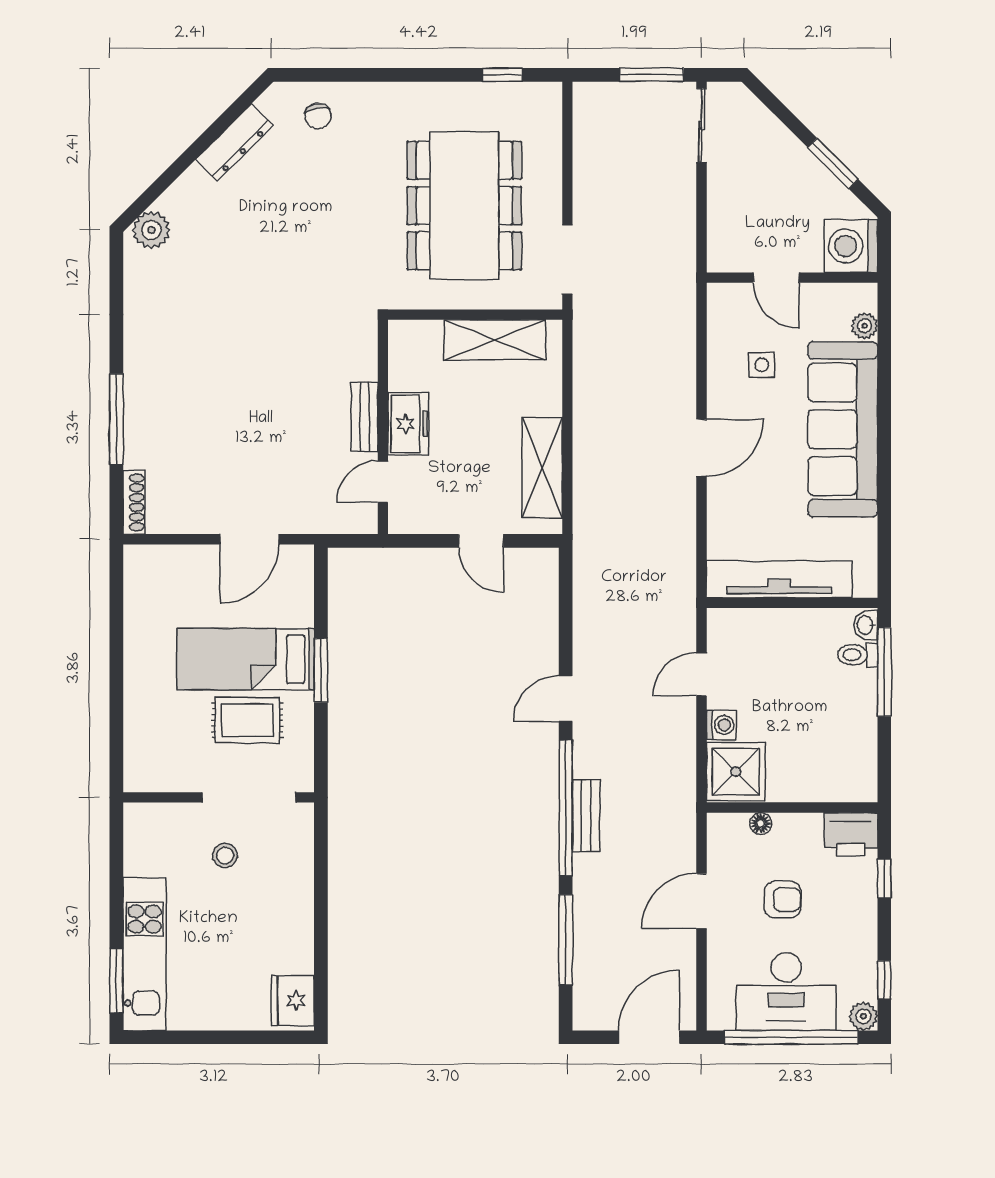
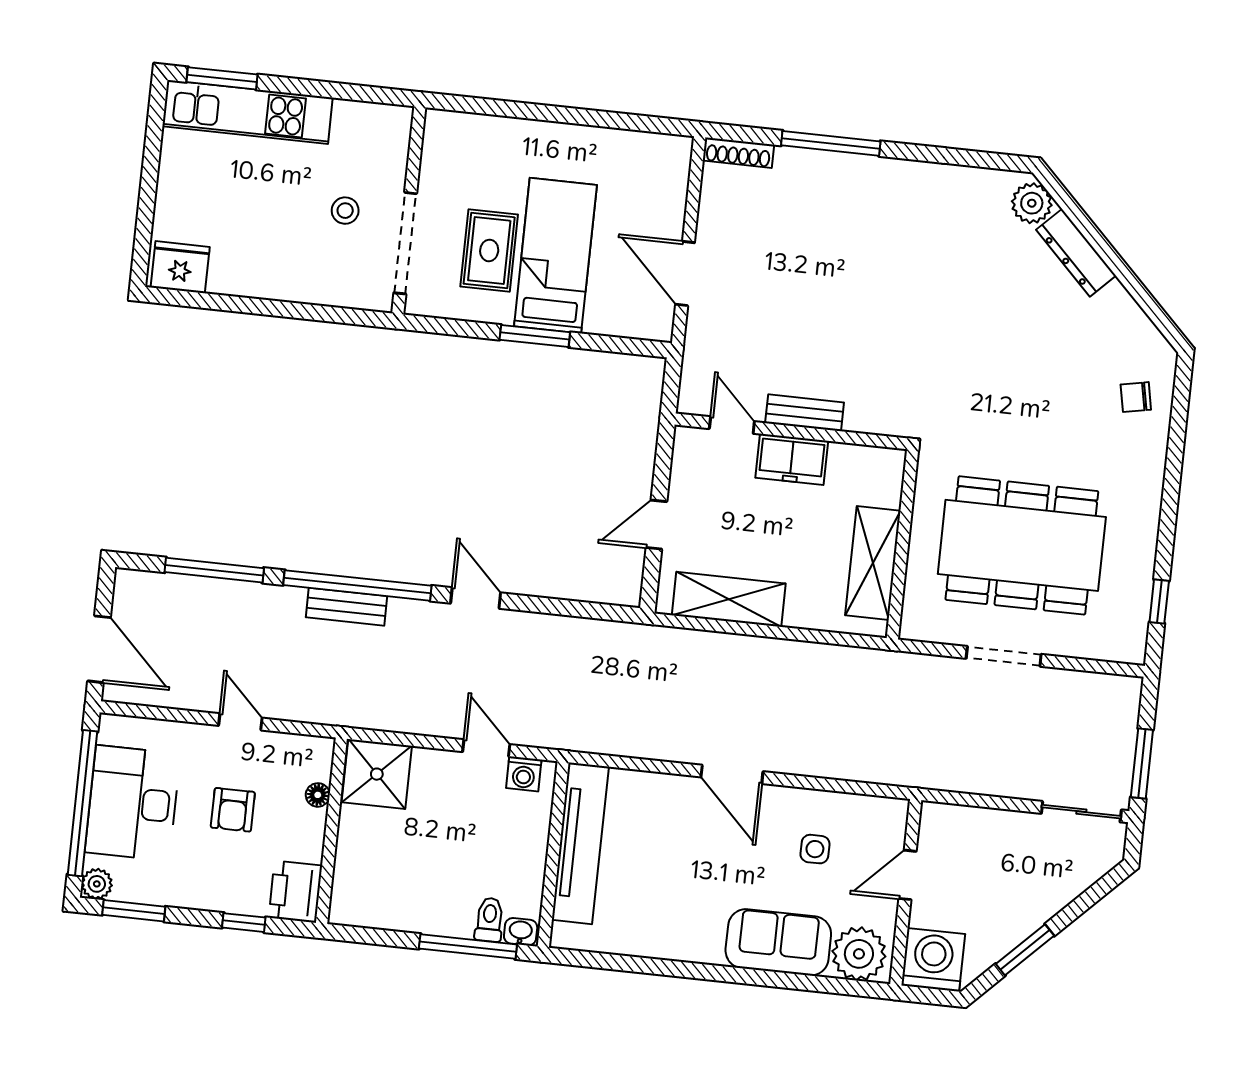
dresser: (234, 143) -> (1076, 253), moved
doorway: (567, 260) -> (1004, 656), moved
plant: (864, 326) -> (859, 954), width x1.88, depth x1.88
sofa: (843, 429) -> (778, 942), width x0.54, depth x0.79
washing machine: (721, 725) -> (524, 774), moved
door: (701, 901) -> (240, 722), width x0.73
window: (884, 980) -> (134, 911), width x1.50

